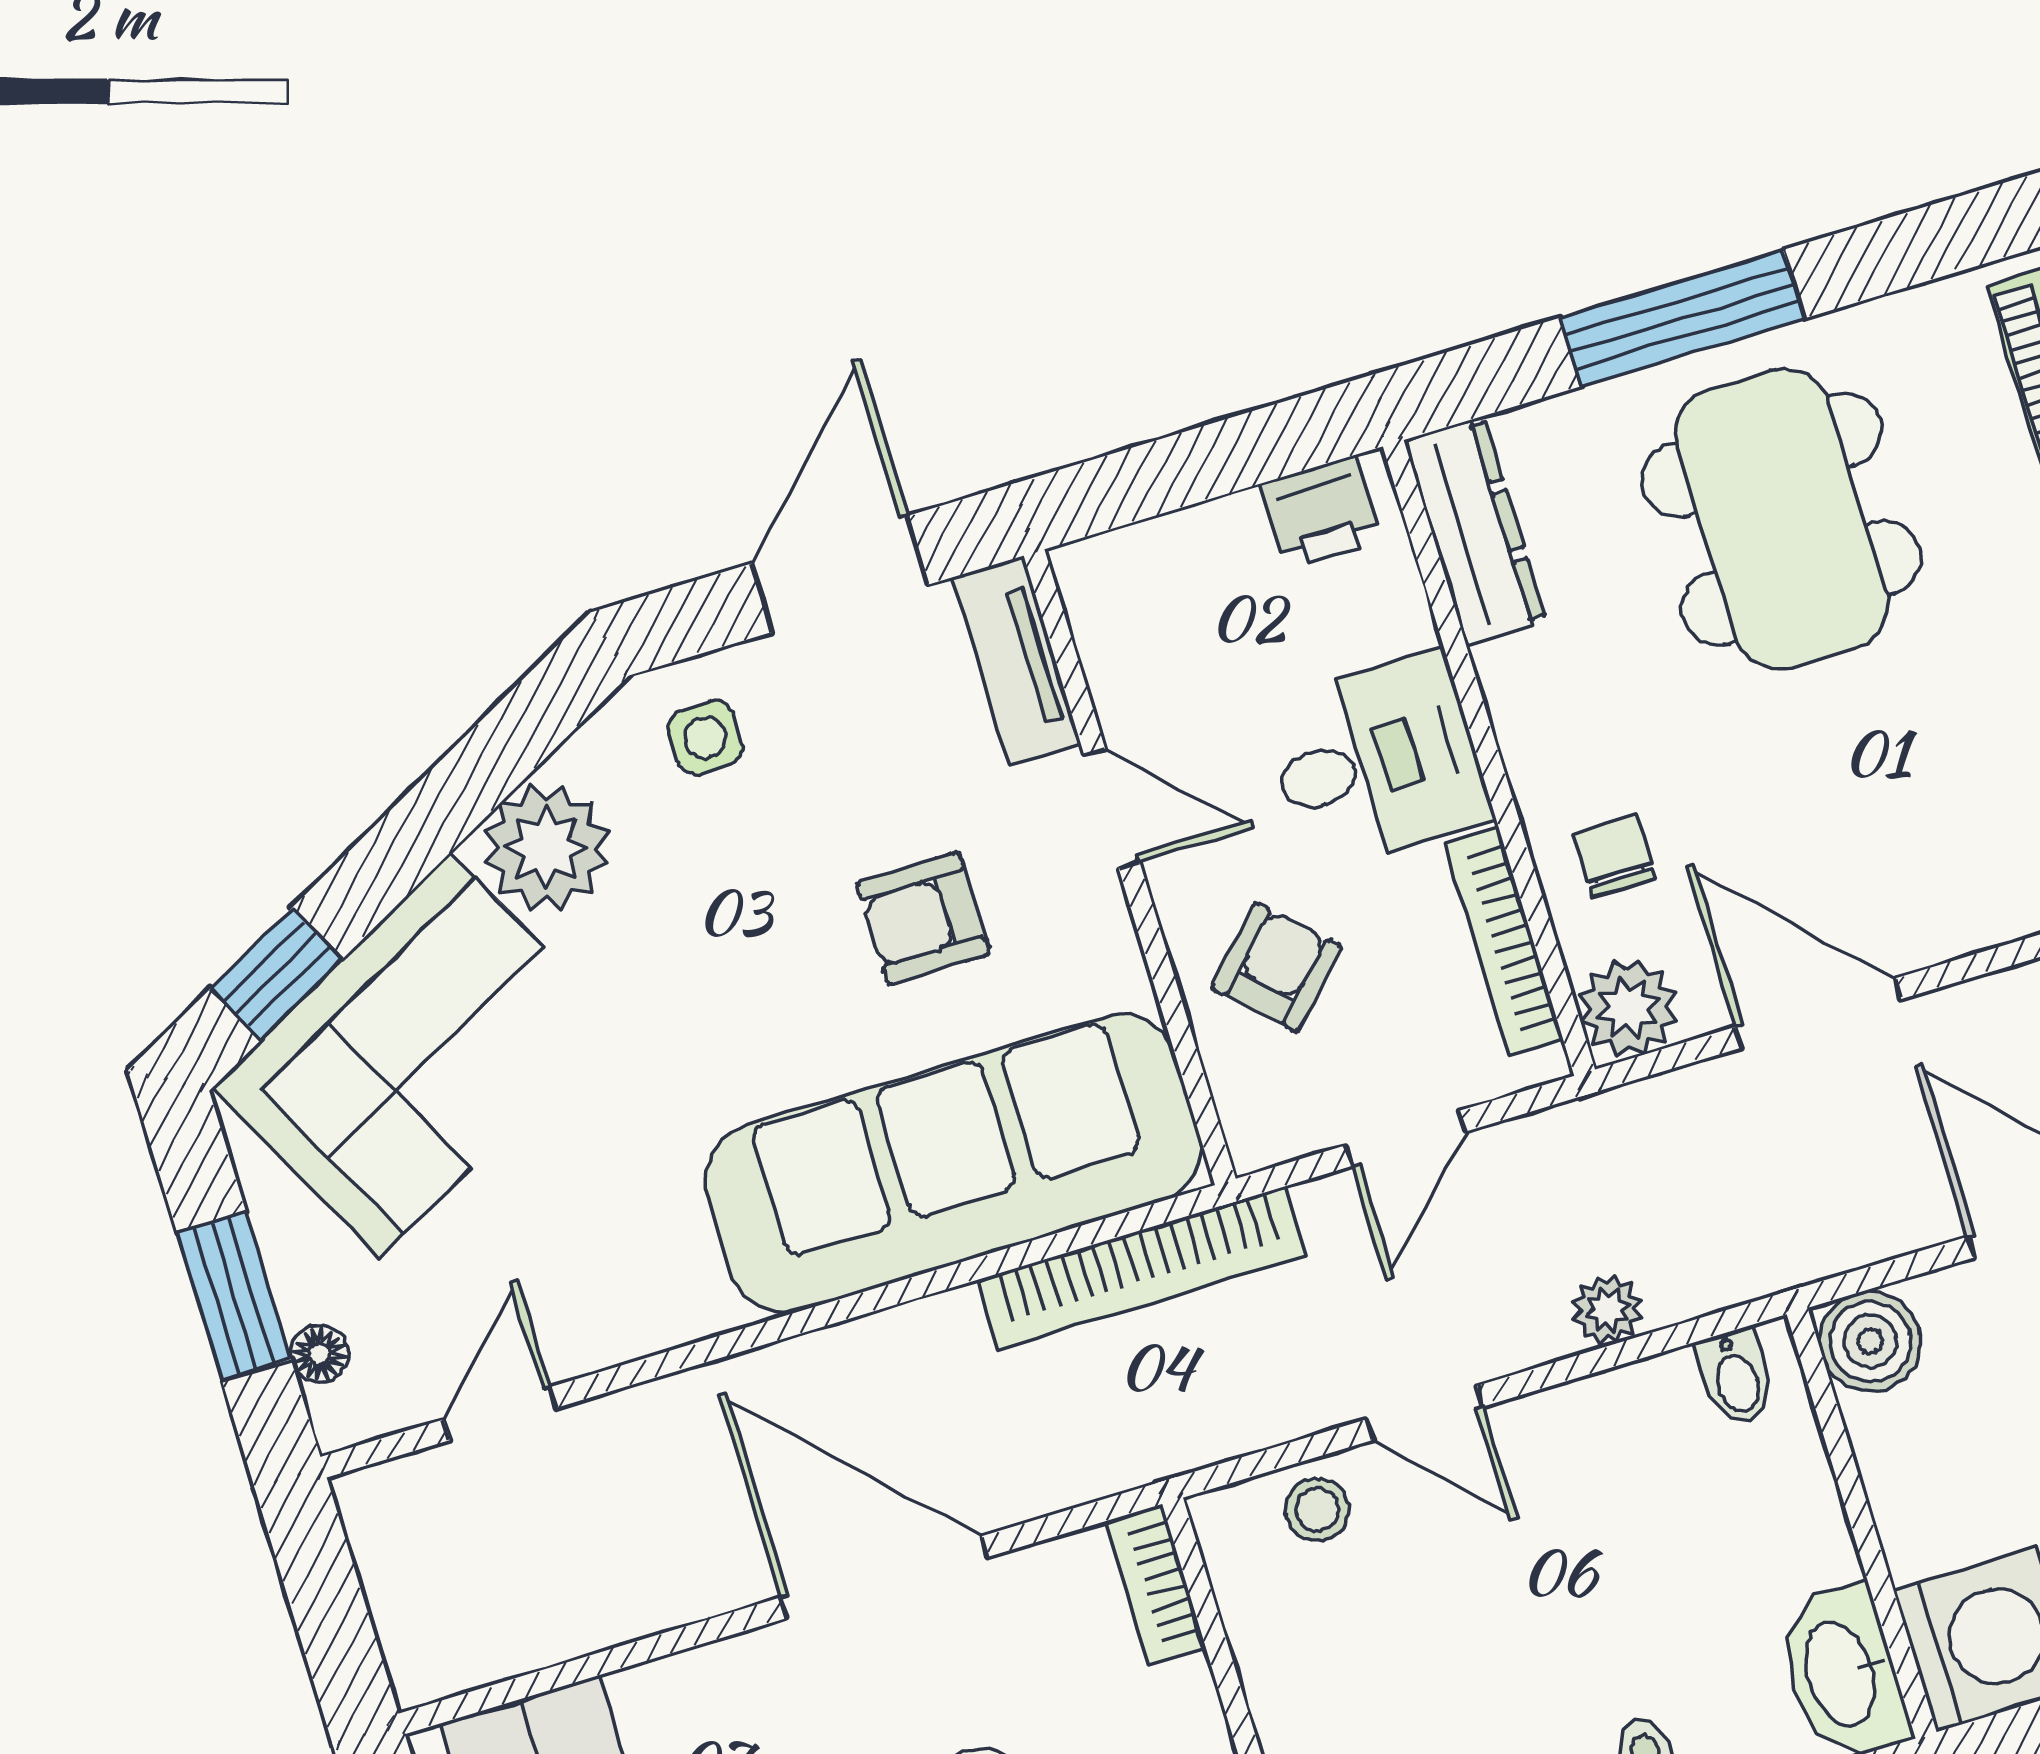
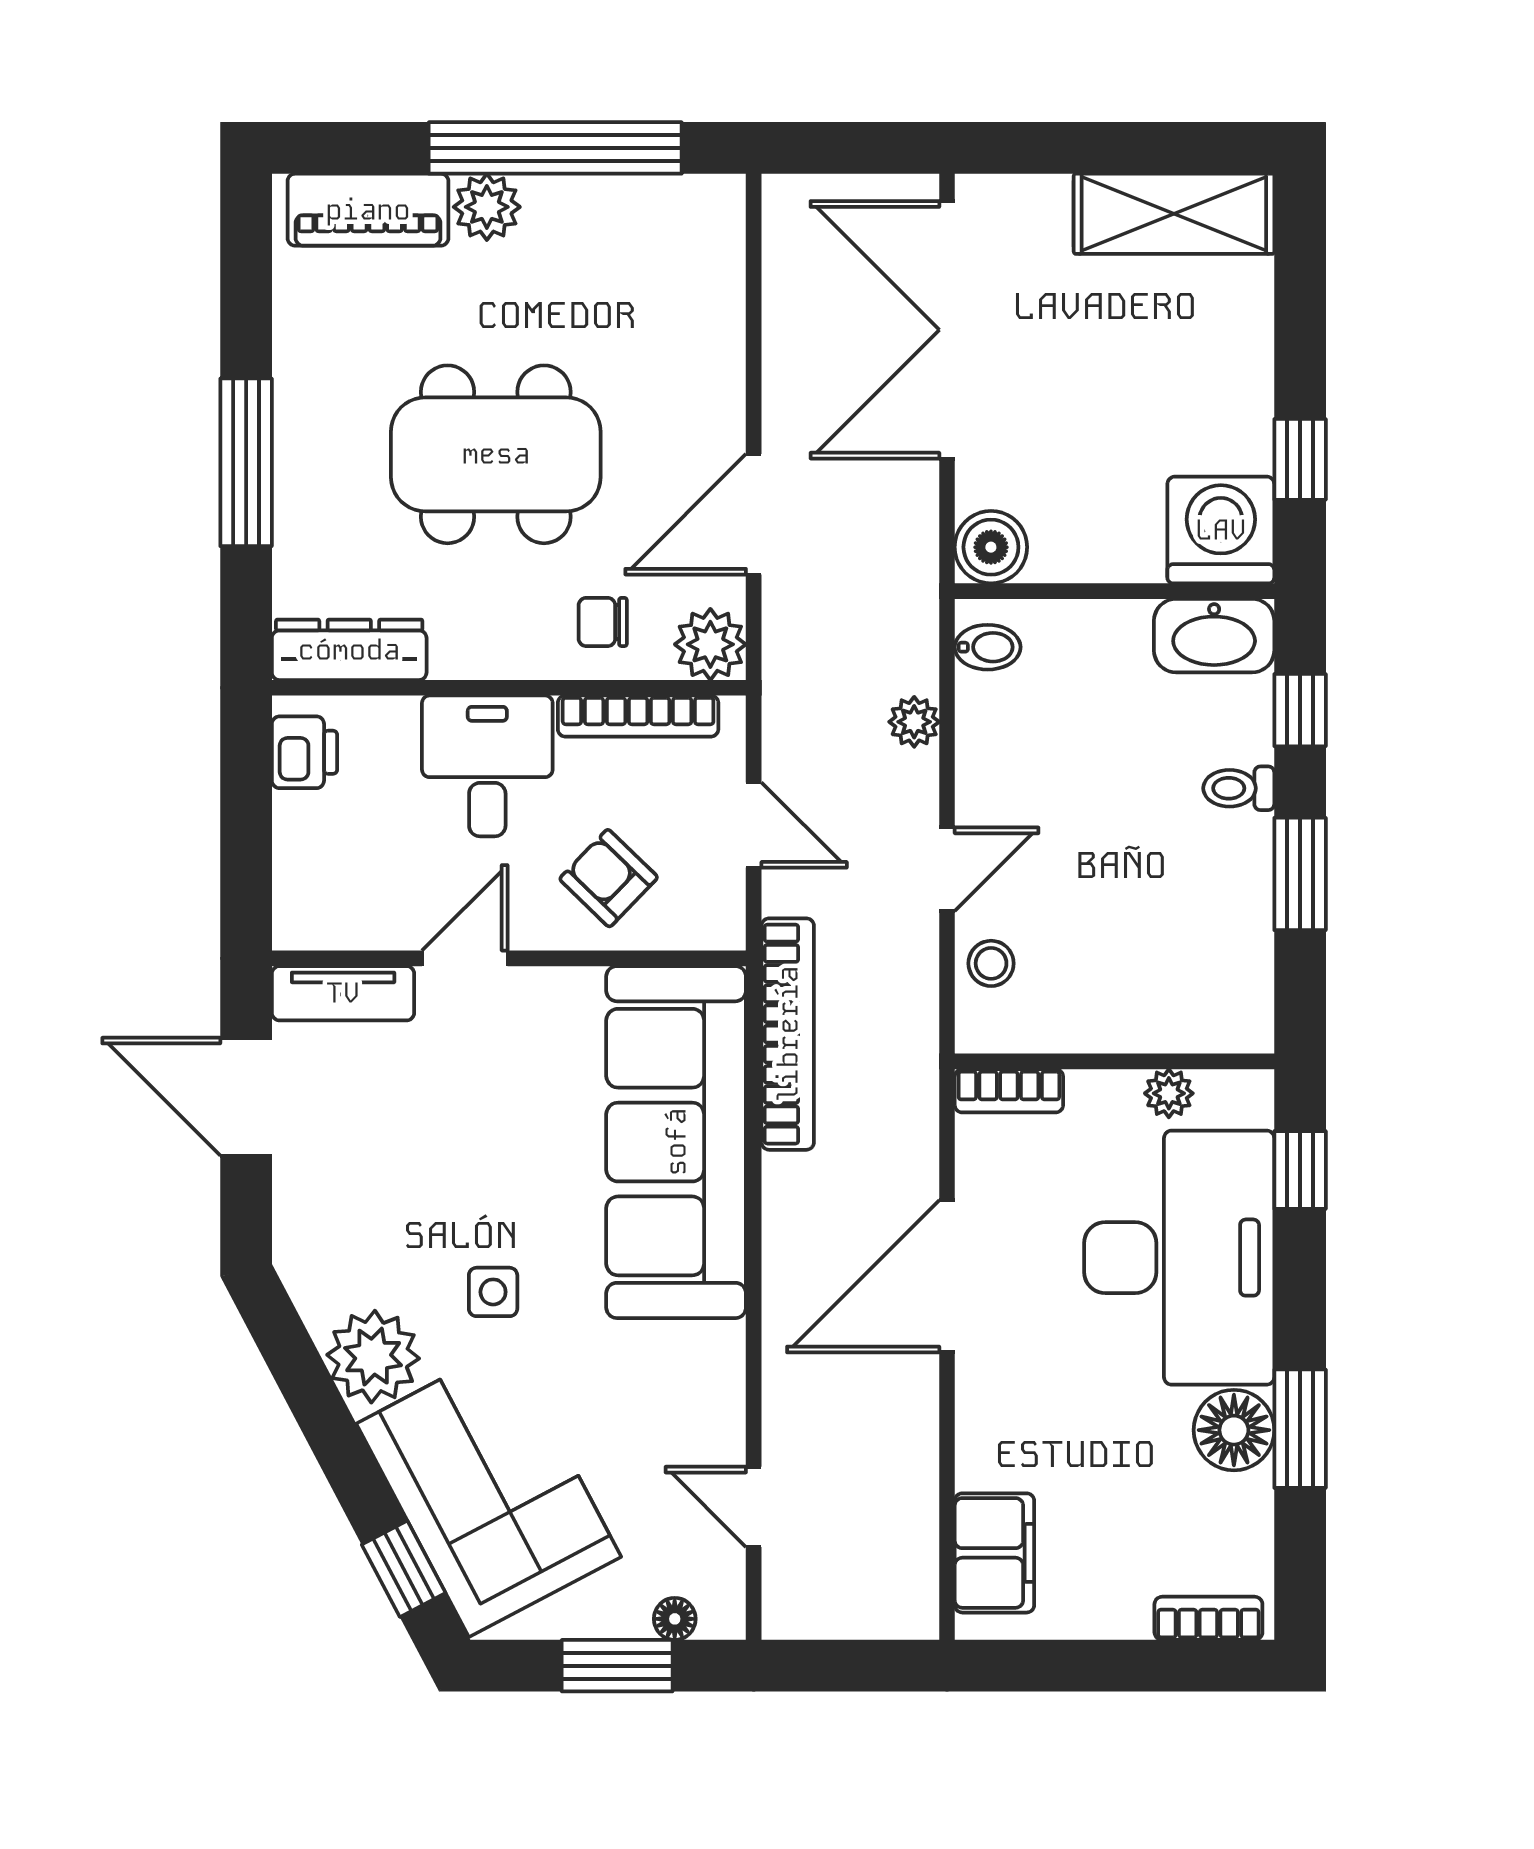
dining table: (1782, 519) -> (496, 454), moved
side table: (705, 738) -> (493, 1292), moved
armchair: (923, 918) -> (501, 1111), removed

